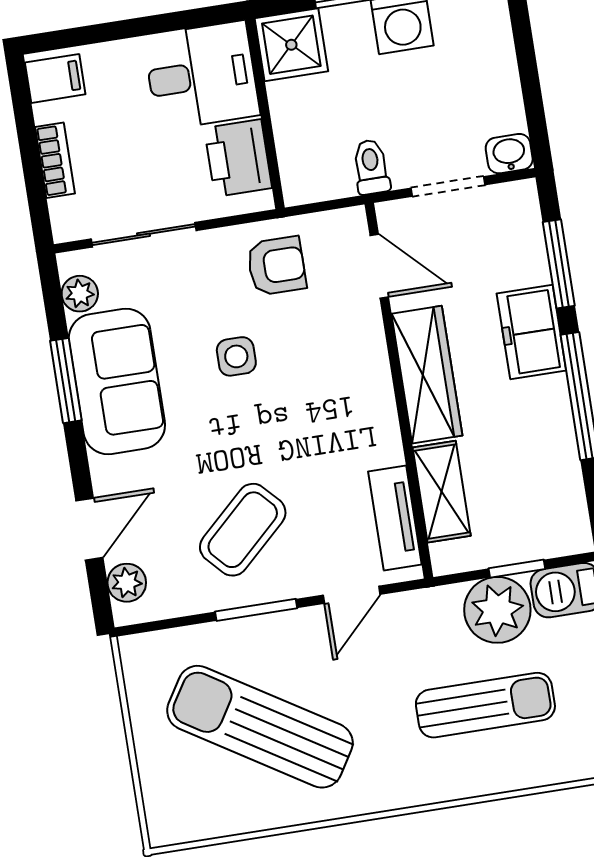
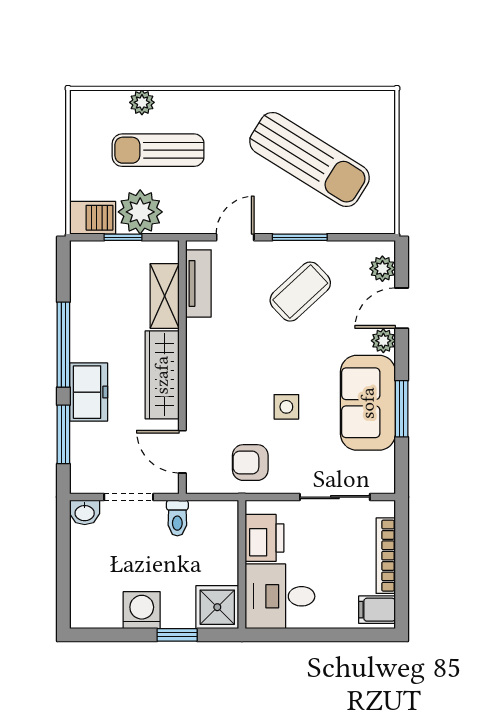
bookcase: (55, 160) -> (386, 556), width x1.56
plant: (80, 294) -> (383, 341), moved
plant: (520, 772) -> (142, 102), added

